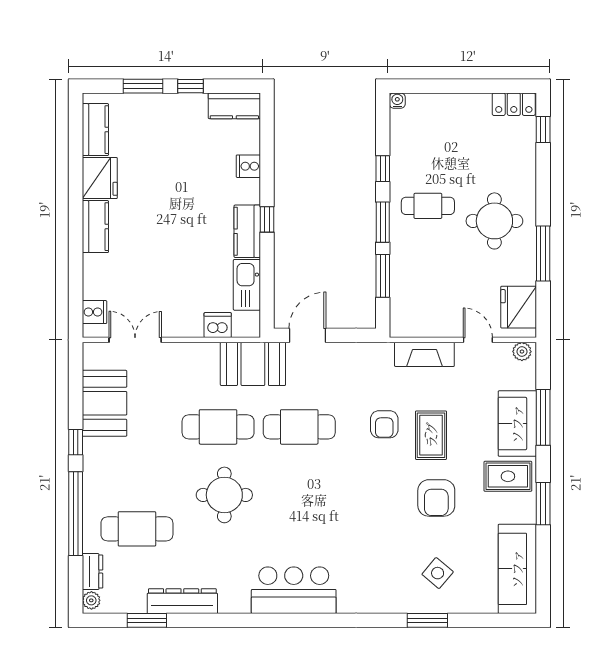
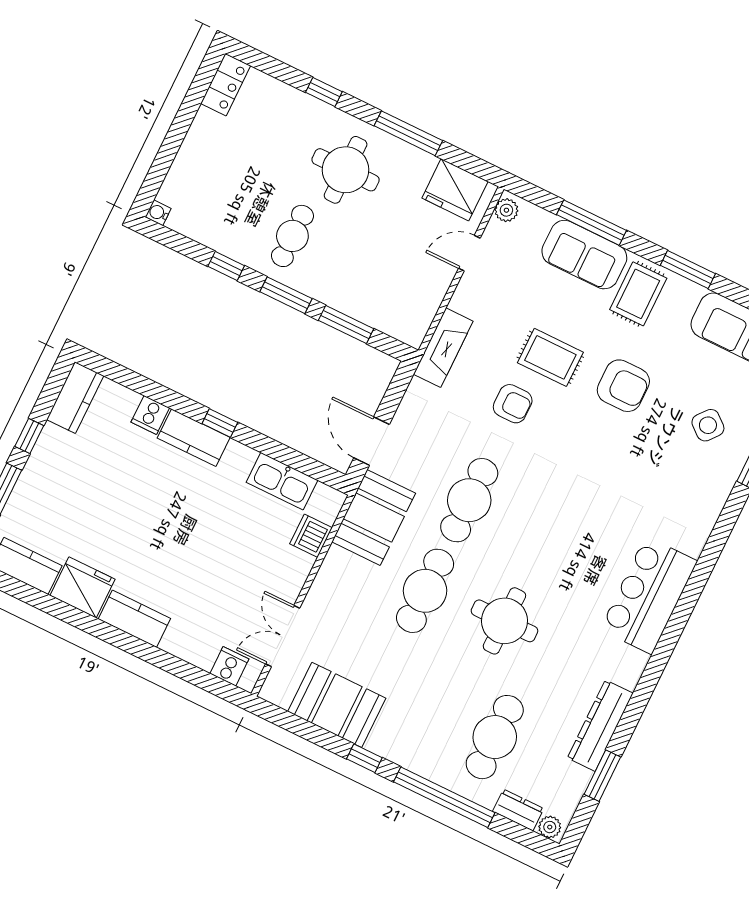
window: (543, 129) -> (324, 92), moved
kitchen counter: (247, 231) -> (194, 438), moved
fireplace: (424, 354) -> (443, 348), moved

